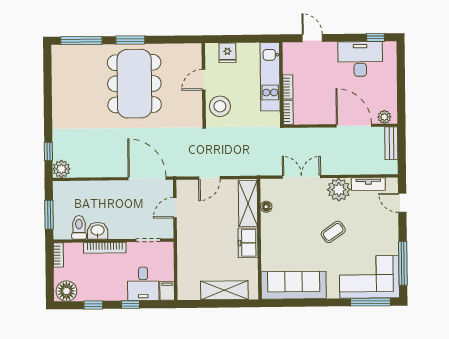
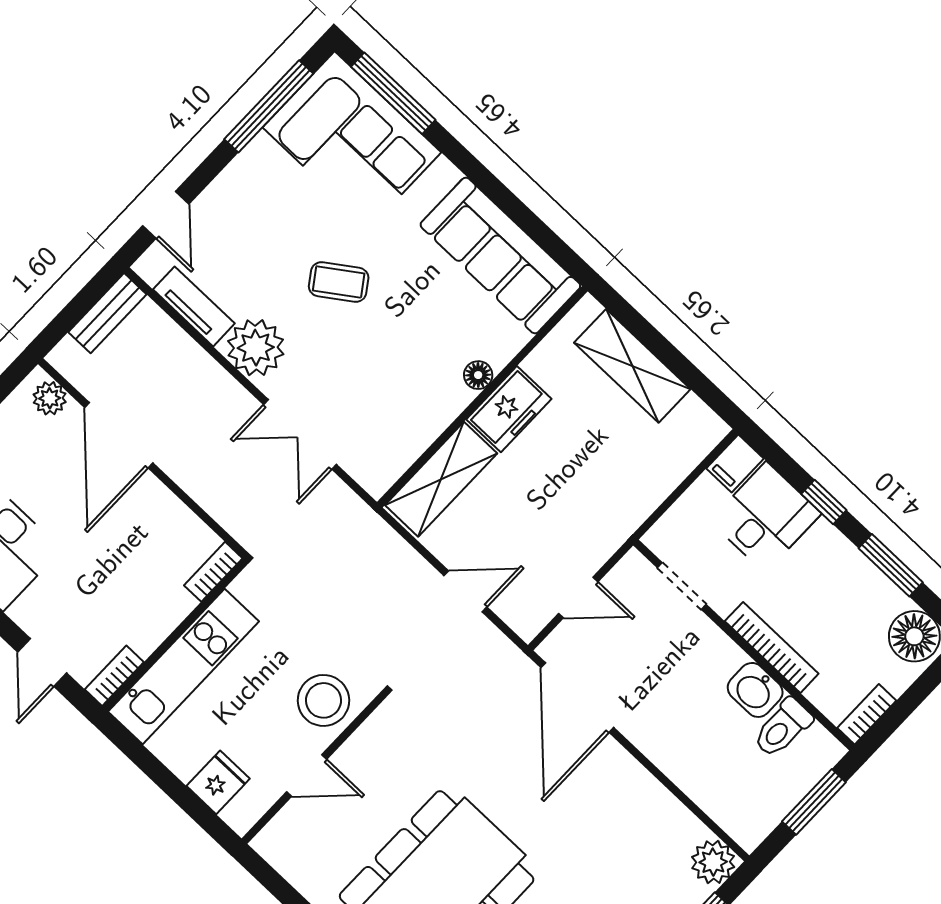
bookcase: (288, 87) -> (114, 676), moved
bench: (391, 143) -> (107, 313), moved
floor lamp: (266, 207) -> (478, 375), moved
window: (93, 305) -> (891, 565), width x1.50

